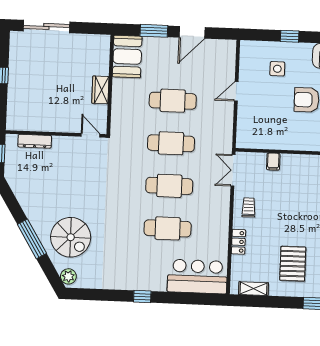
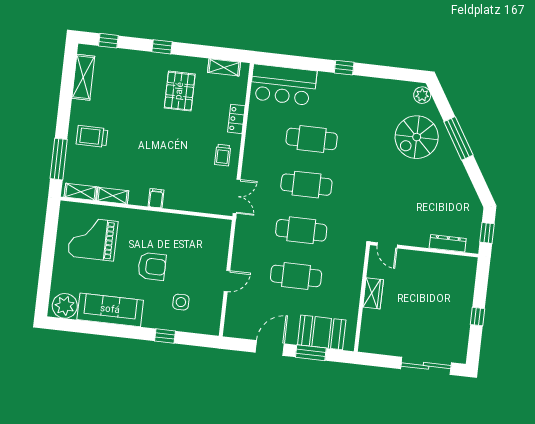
booth: (127, 56) -> (322, 332), moved, turned 90
filing cabinet: (273, 162) -> (156, 198), moved
spiral stairs: (71, 237) -> (417, 137), turned -90

